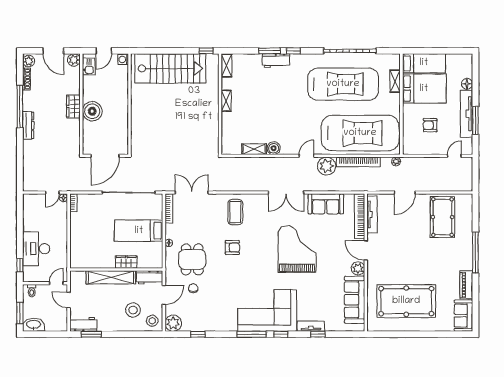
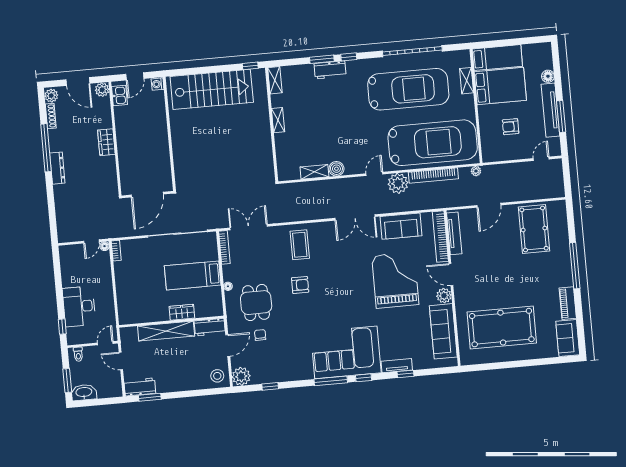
boiler: (92, 111) -> (128, 146), removed
grand piano: (297, 249) -> (395, 280), moved
stool: (133, 310) -> (194, 366), removed

